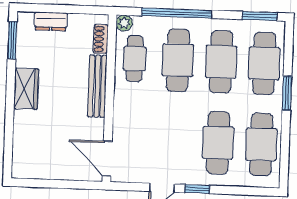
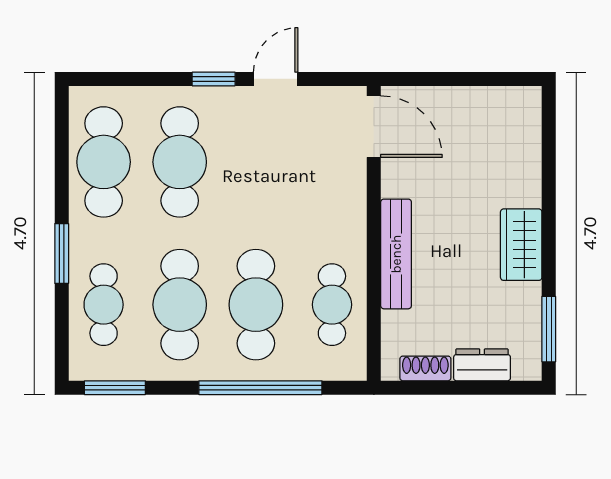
plant: (124, 23) -> (353, 367), removed
shoe rack: (101, 39) -> (425, 368), moved, turned -90
cafe table: (264, 63) -> (104, 305), width x0.73, depth x0.74

